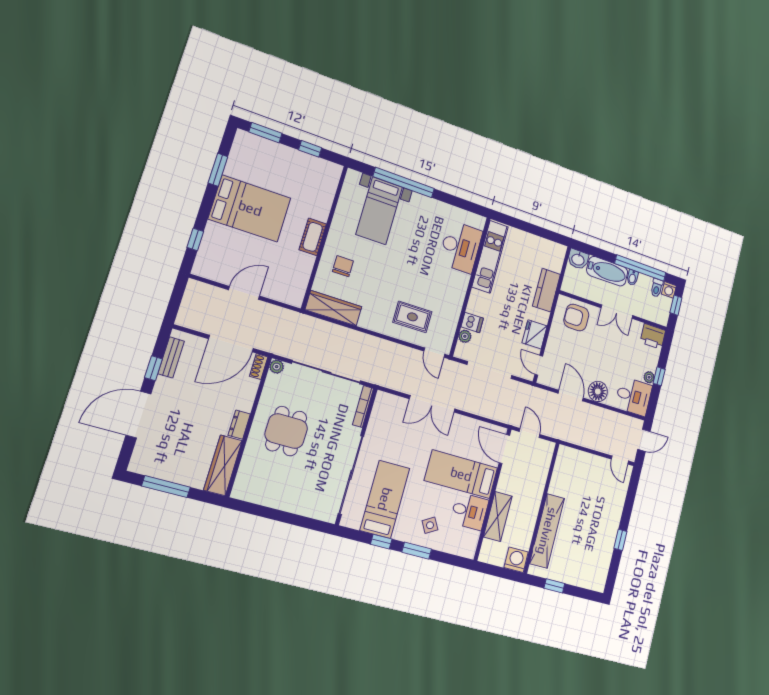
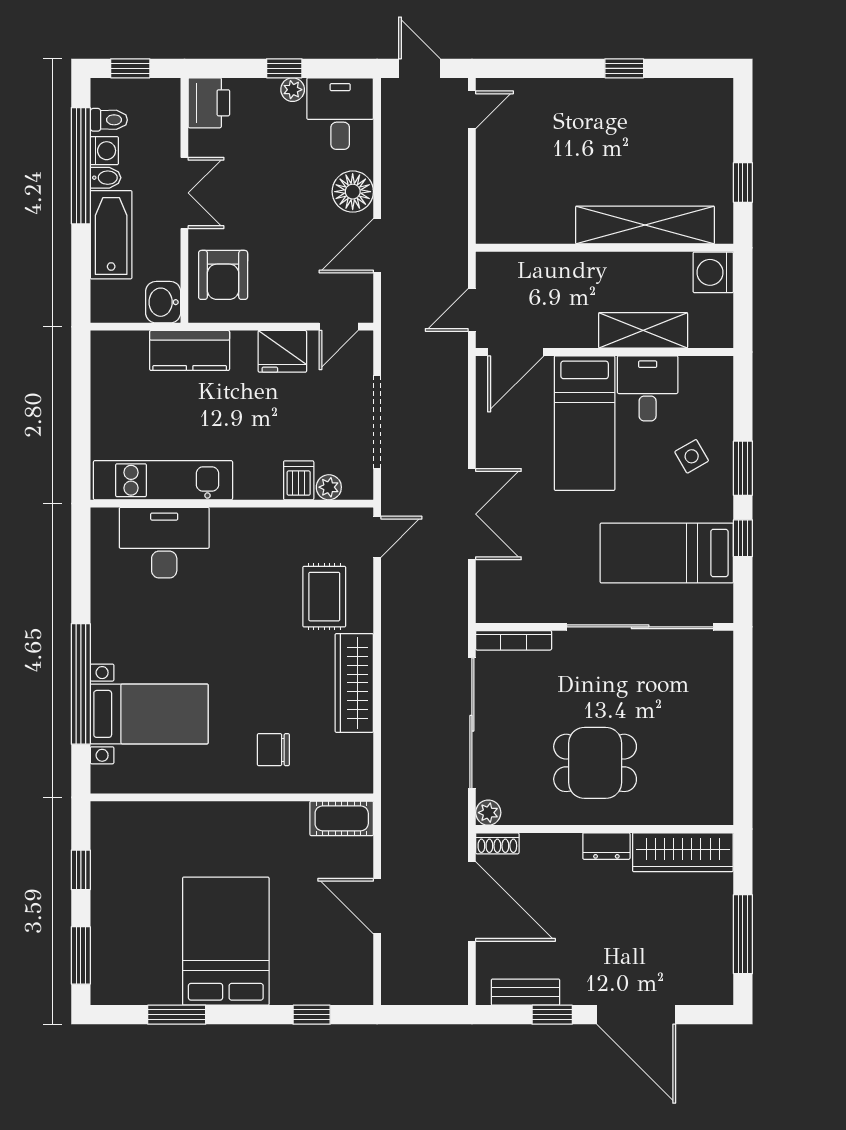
cot: (313, 237) -> (342, 818), moved
washbasin: (578, 259) -> (163, 302), moved, turned 180
washing machine: (669, 290) -> (104, 151), moved
wardrobe: (333, 308) -> (354, 683), moved

